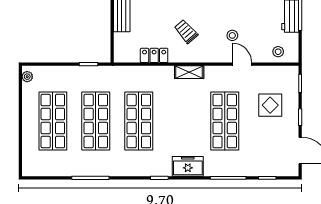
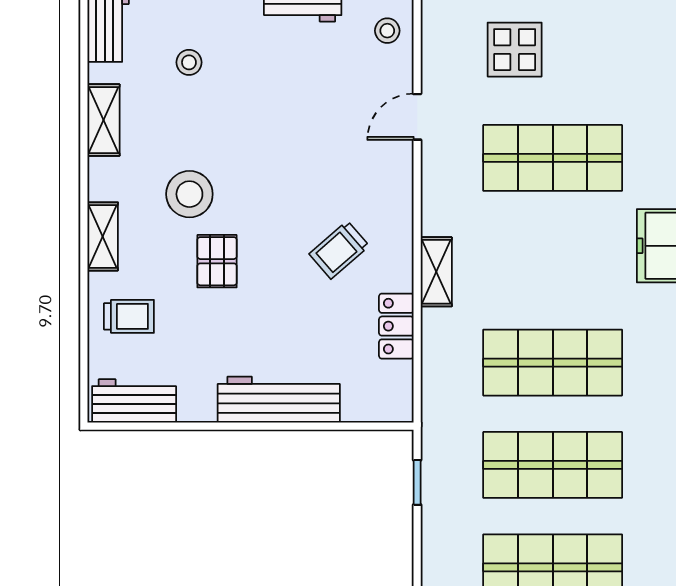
stool: (232, 35) -> (349, 140), removed
shelving: (189, 72) -> (436, 272), moved

